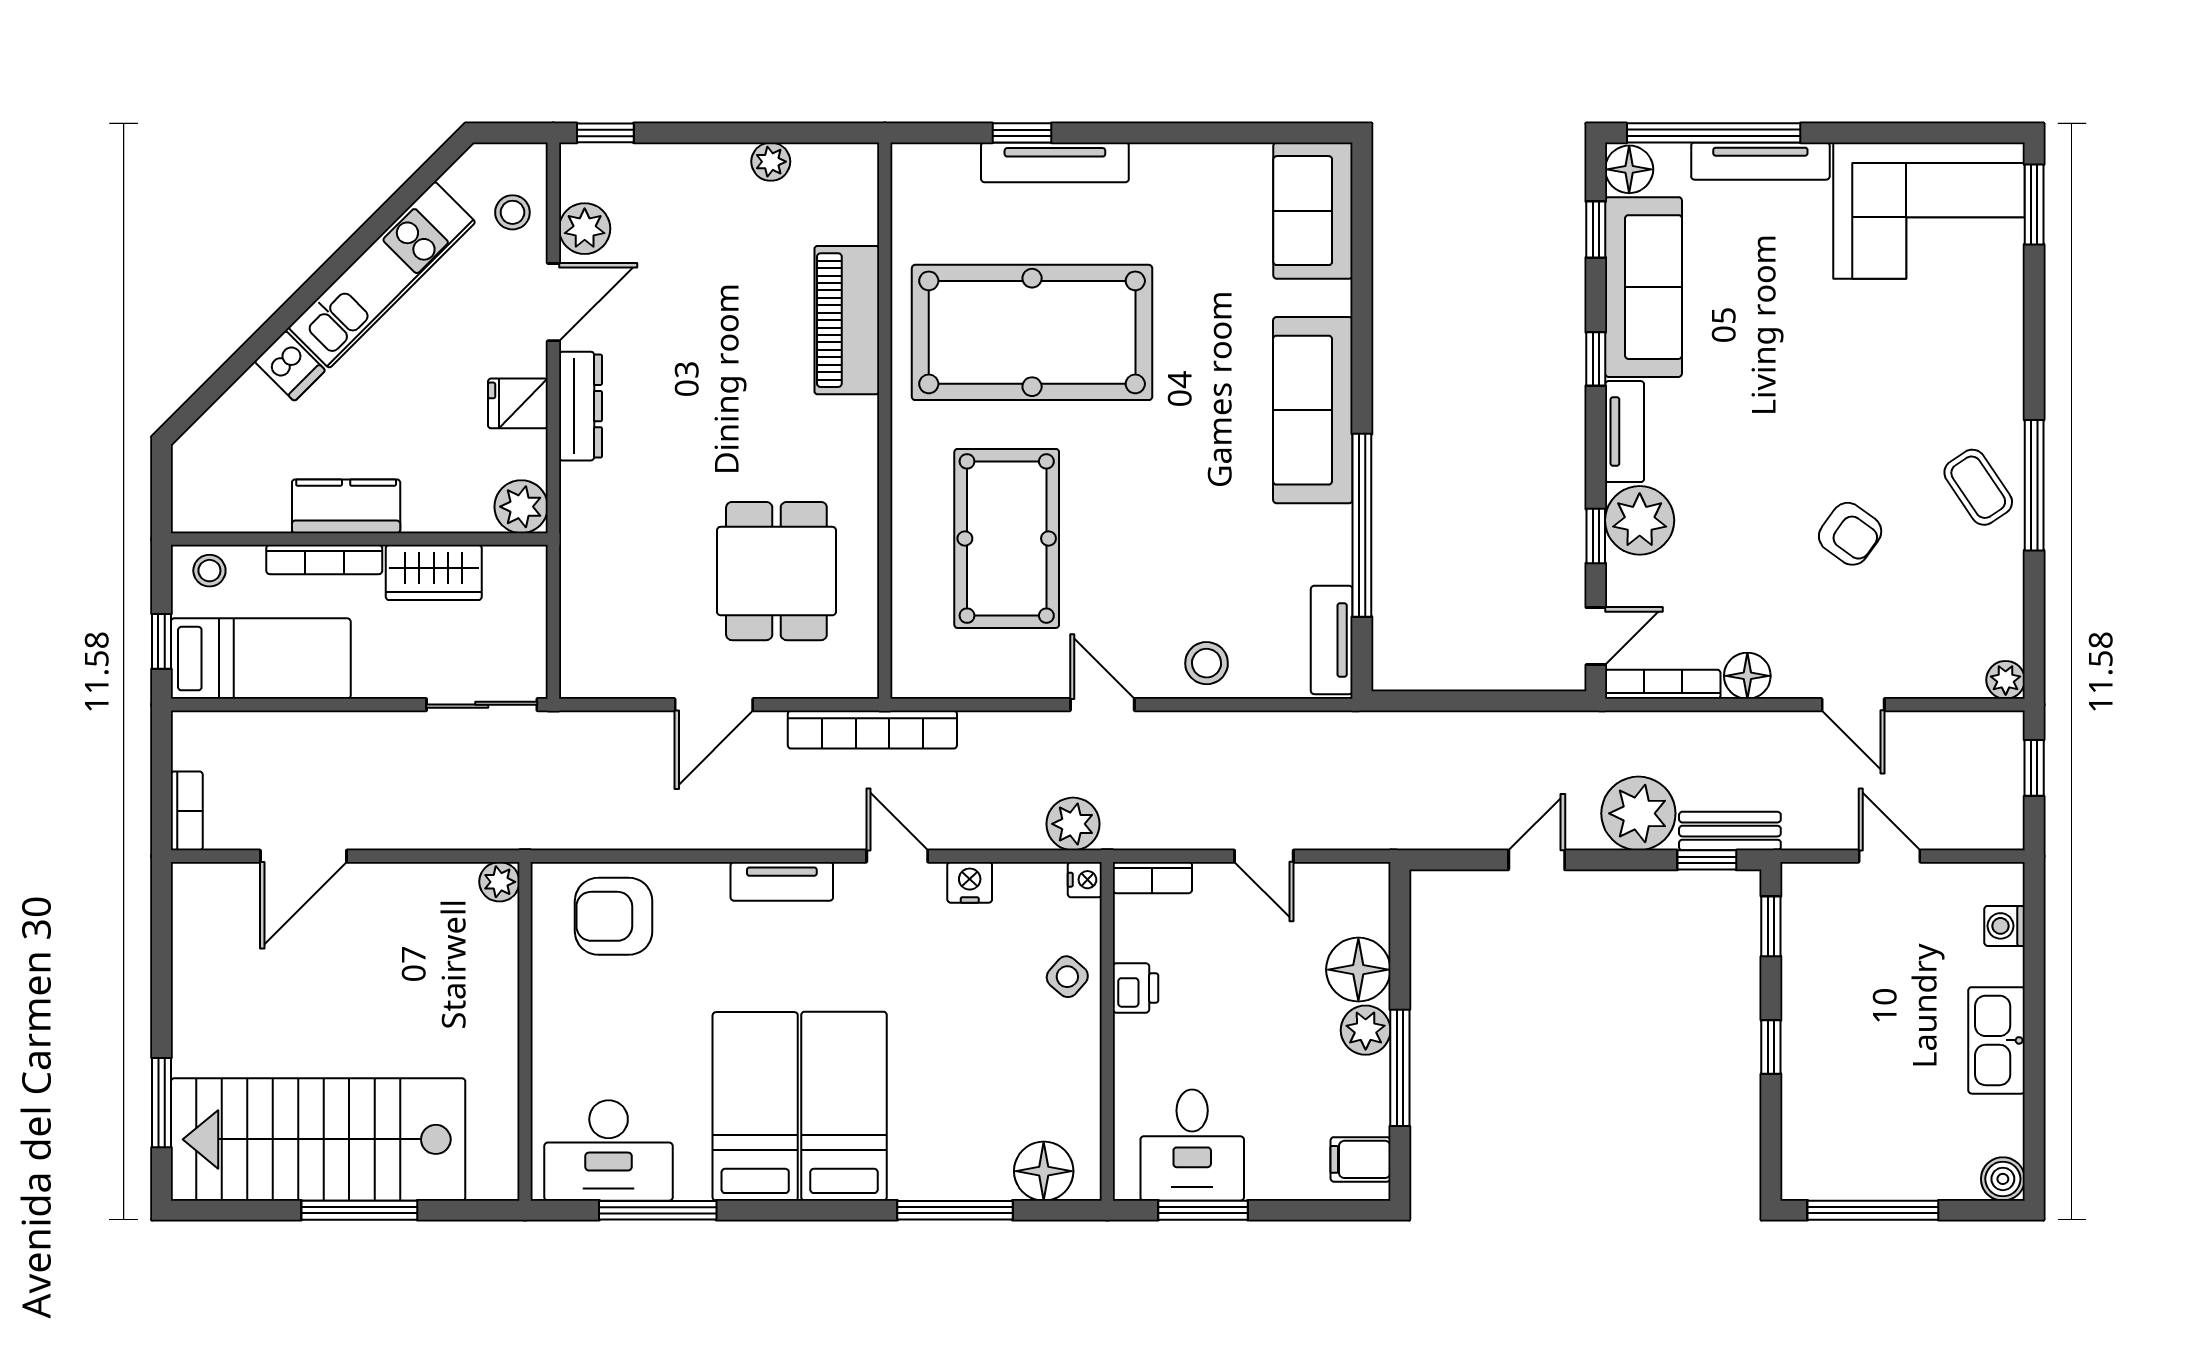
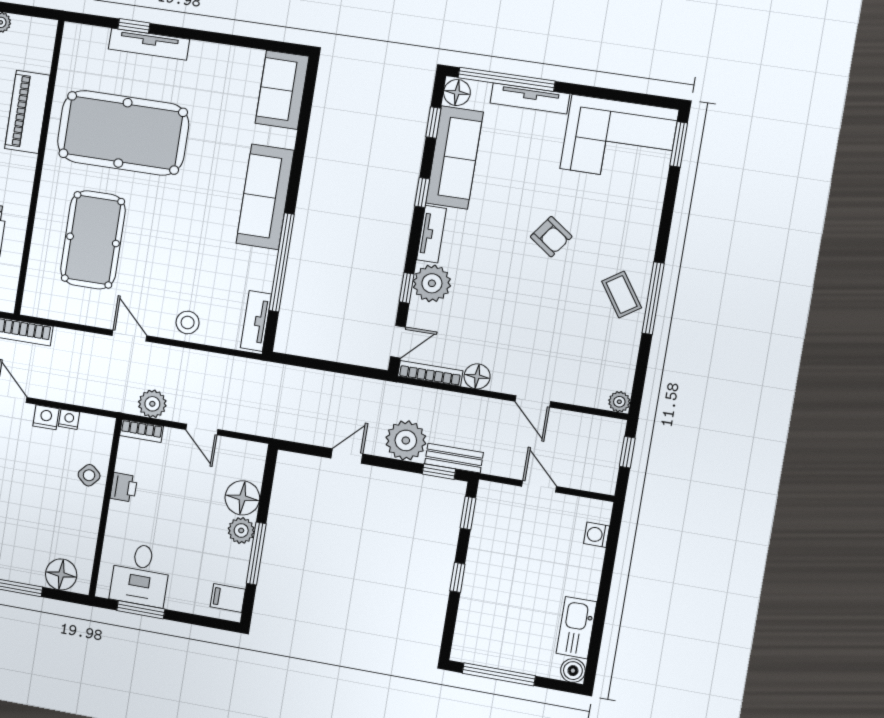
armchair: (1850, 534) -> (551, 237), moved
plant: (1073, 824) -> (152, 404), moved
nightstand: (1085, 880) -> (69, 419), moved, turned -90
kitchen sink: (1997, 1040) -> (576, 628), moved

